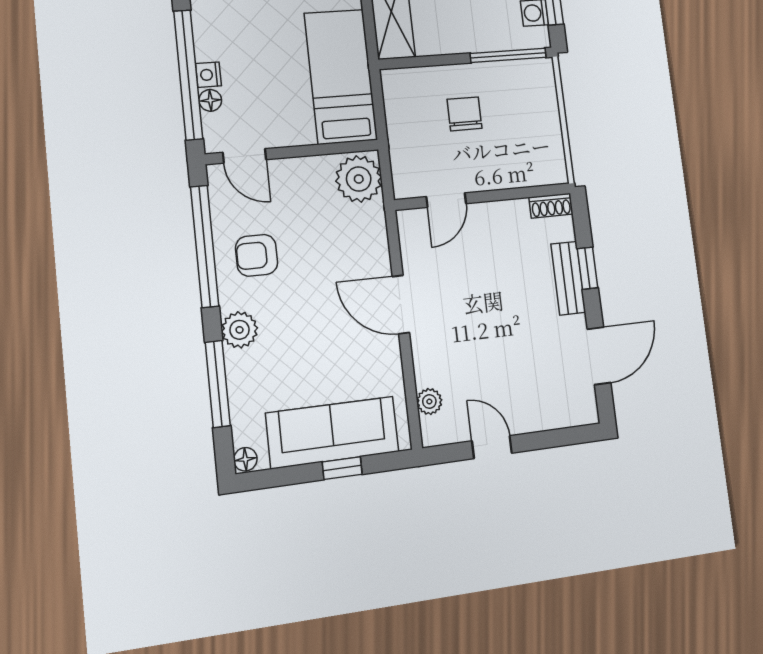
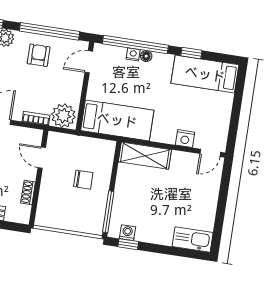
floor lamp: (210, 100) -> (146, 56), moved
shoe rack: (551, 206) -> (28, 192), moved
bookcase: (377, 229) -> (36, 118), added

